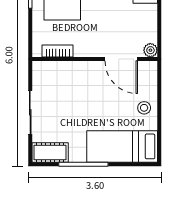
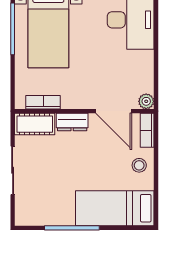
dresser: (84, 69) -> (72, 122), added
bookcase: (151, 76) -> (147, 130), added
cot: (50, 153) -> (35, 124), moved

